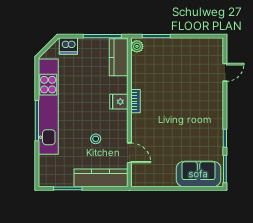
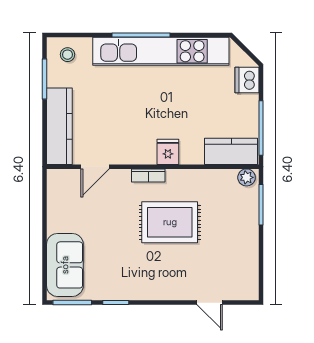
rug: (168, 100) -> (170, 222), added
bookcase: (136, 101) -> (148, 175), moved
stool: (96, 139) -> (68, 55), moved

